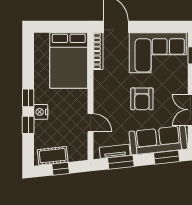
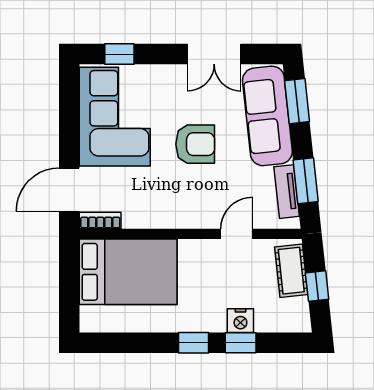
bookcase: (98, 51) -> (100, 221), width x0.64
nightstand: (41, 112) -> (240, 321), moved
cot: (53, 156) -> (291, 271), moved

